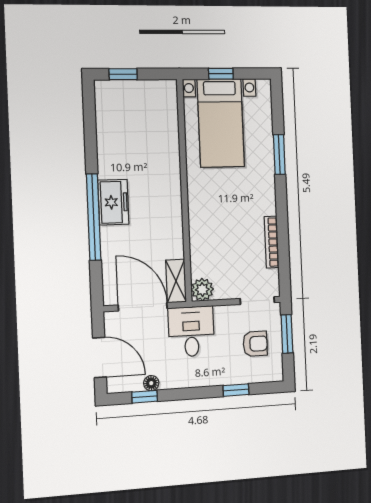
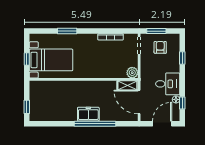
door: (143, 307) -> (139, 102), hinge flipped
desk: (191, 331) -> (168, 84), moved, turned 180

